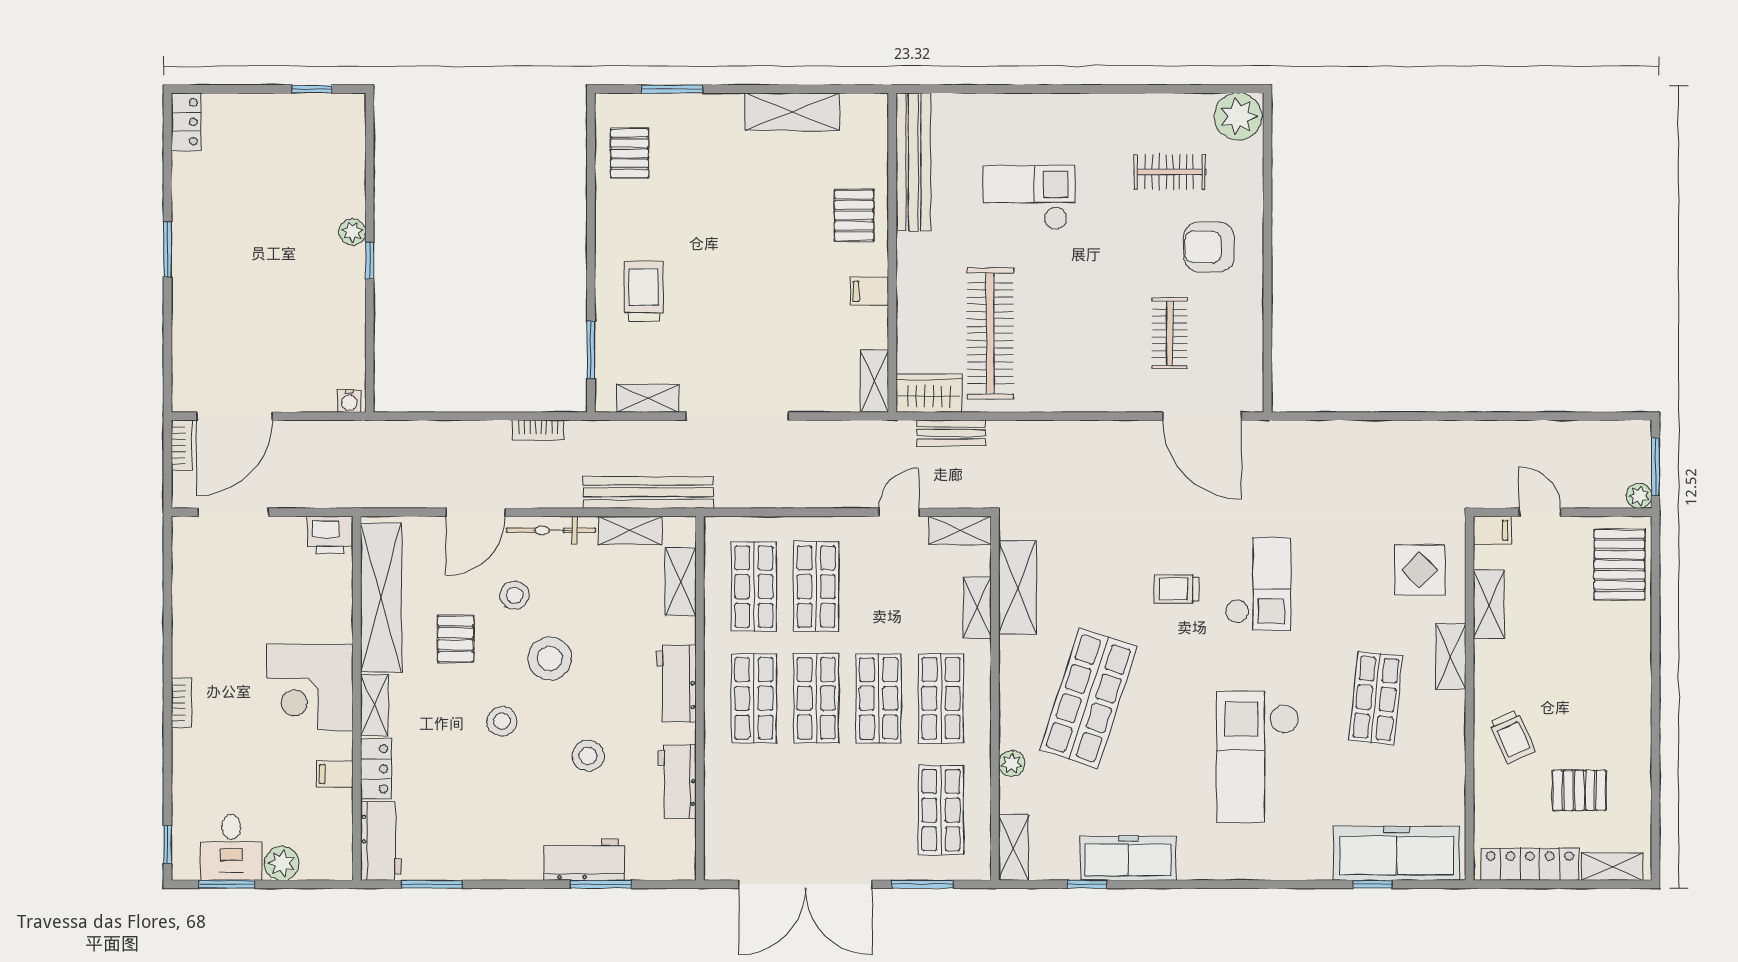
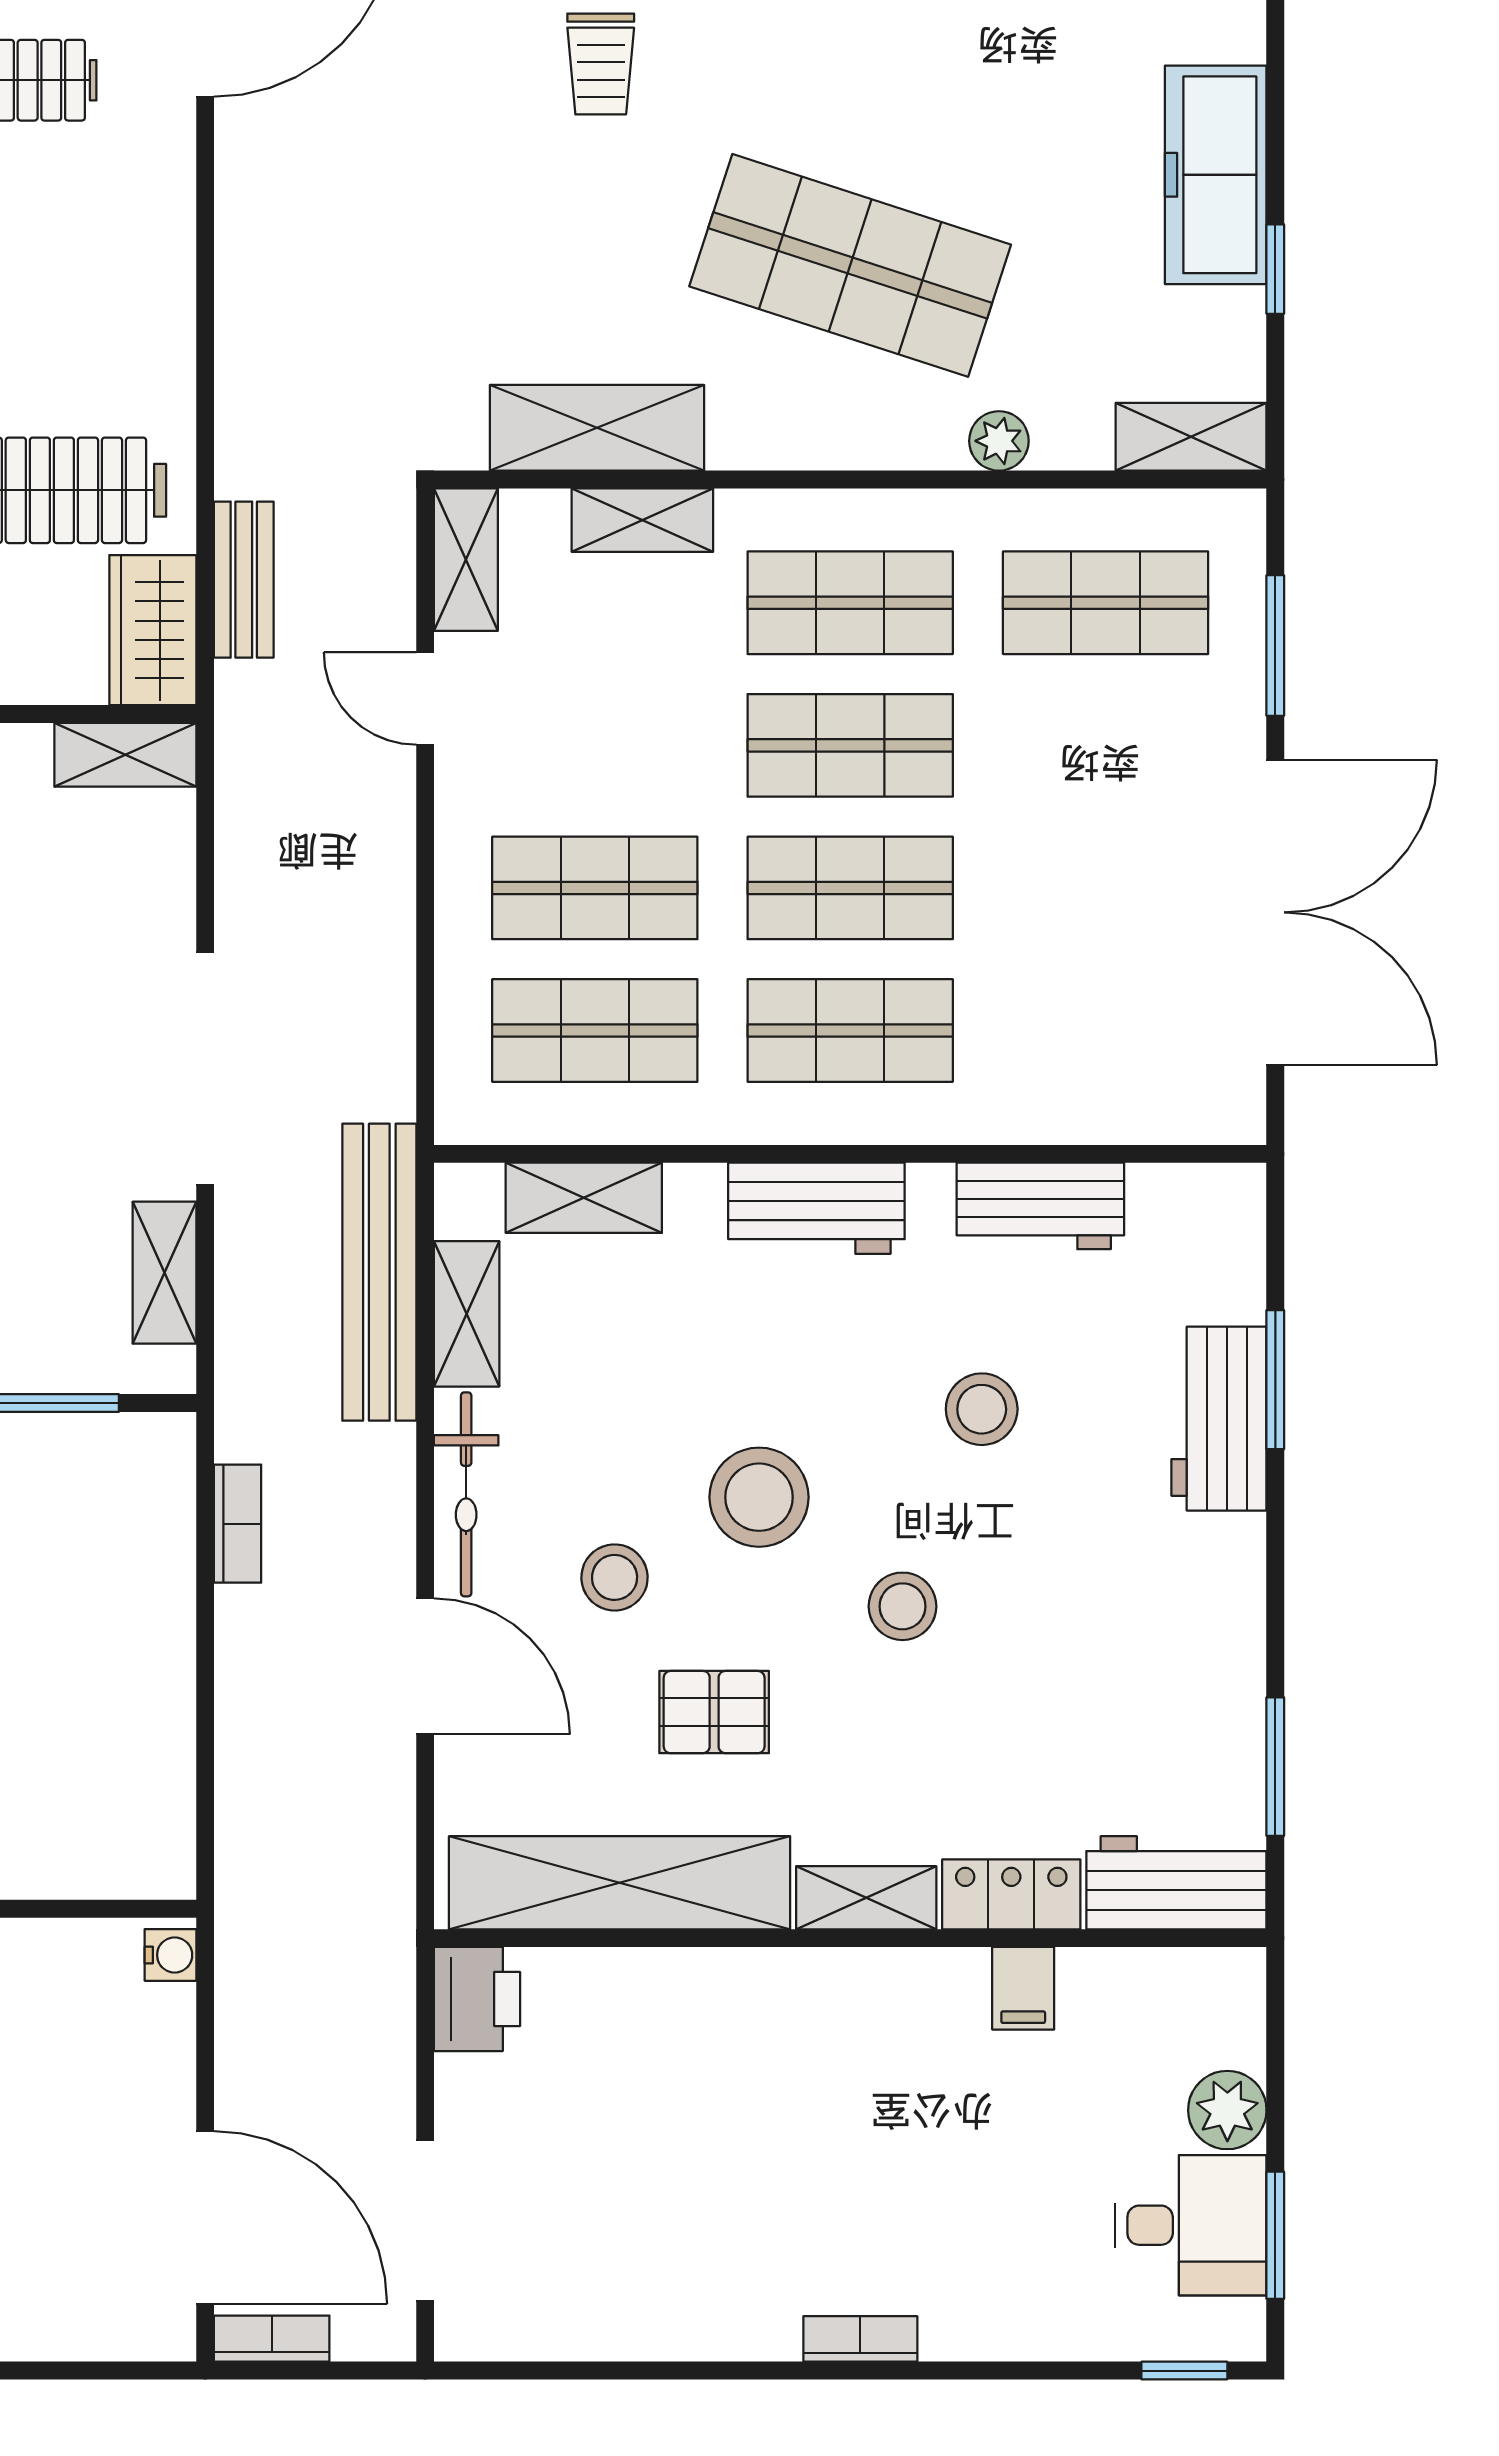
corner desk: (310, 687) -> (825, 2046), removed

